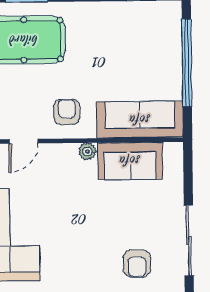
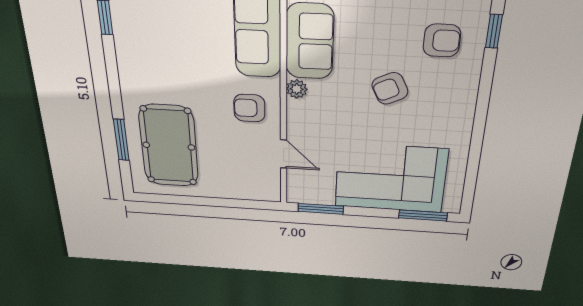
armchair: (93, 227) -> (390, 88), added

